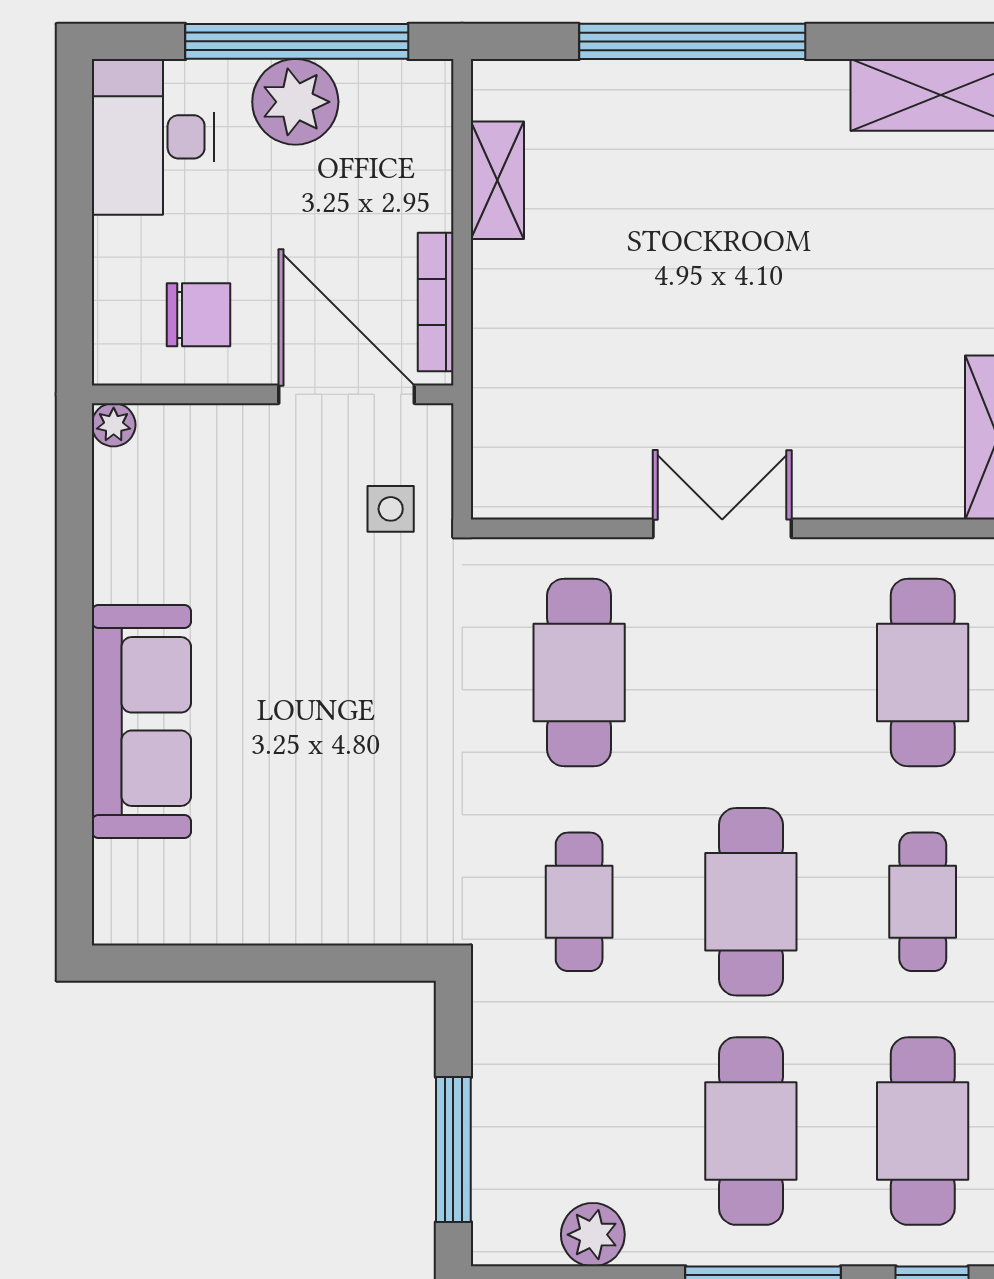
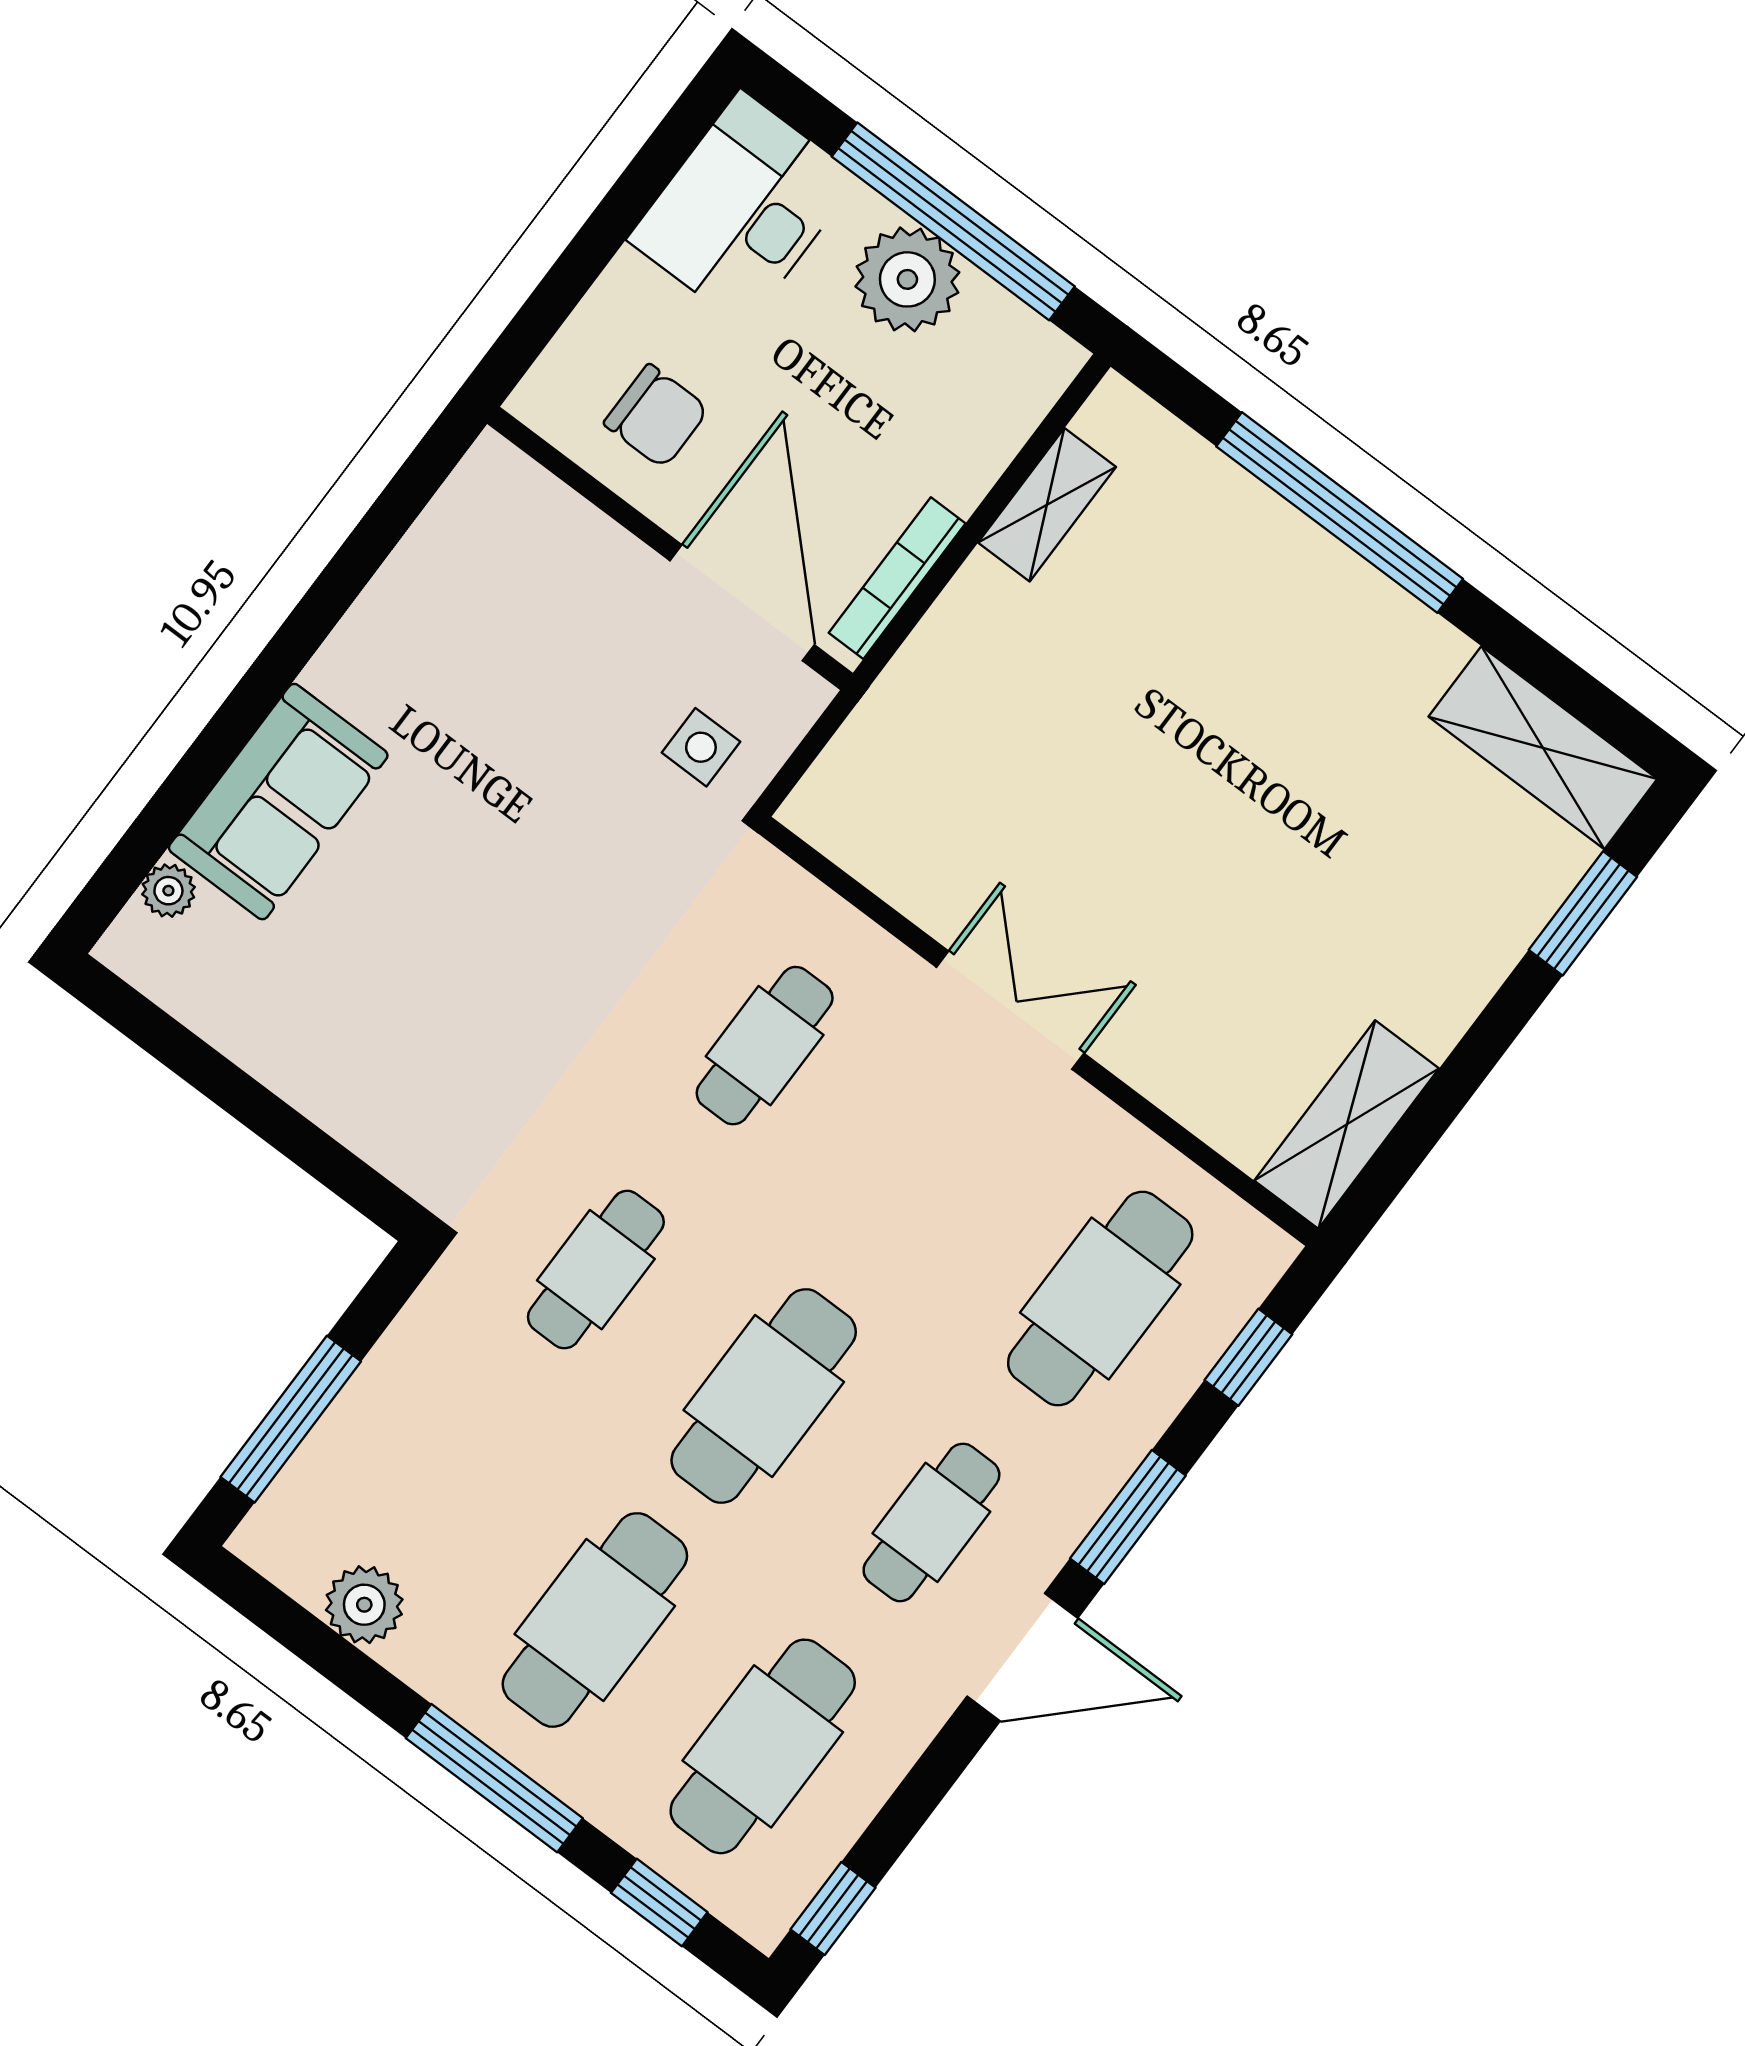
plant: (114, 425) -> (168, 891), moved
cafe table: (579, 672) -> (765, 1046), width x0.73, depth x0.74
sofa: (141, 722) -> (278, 802), width x0.73

